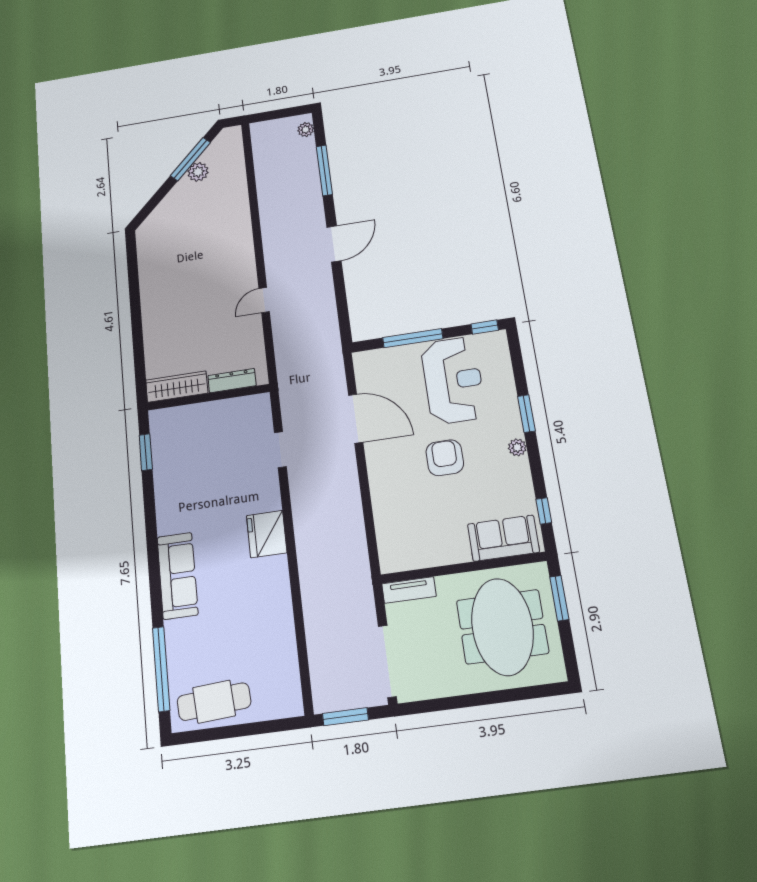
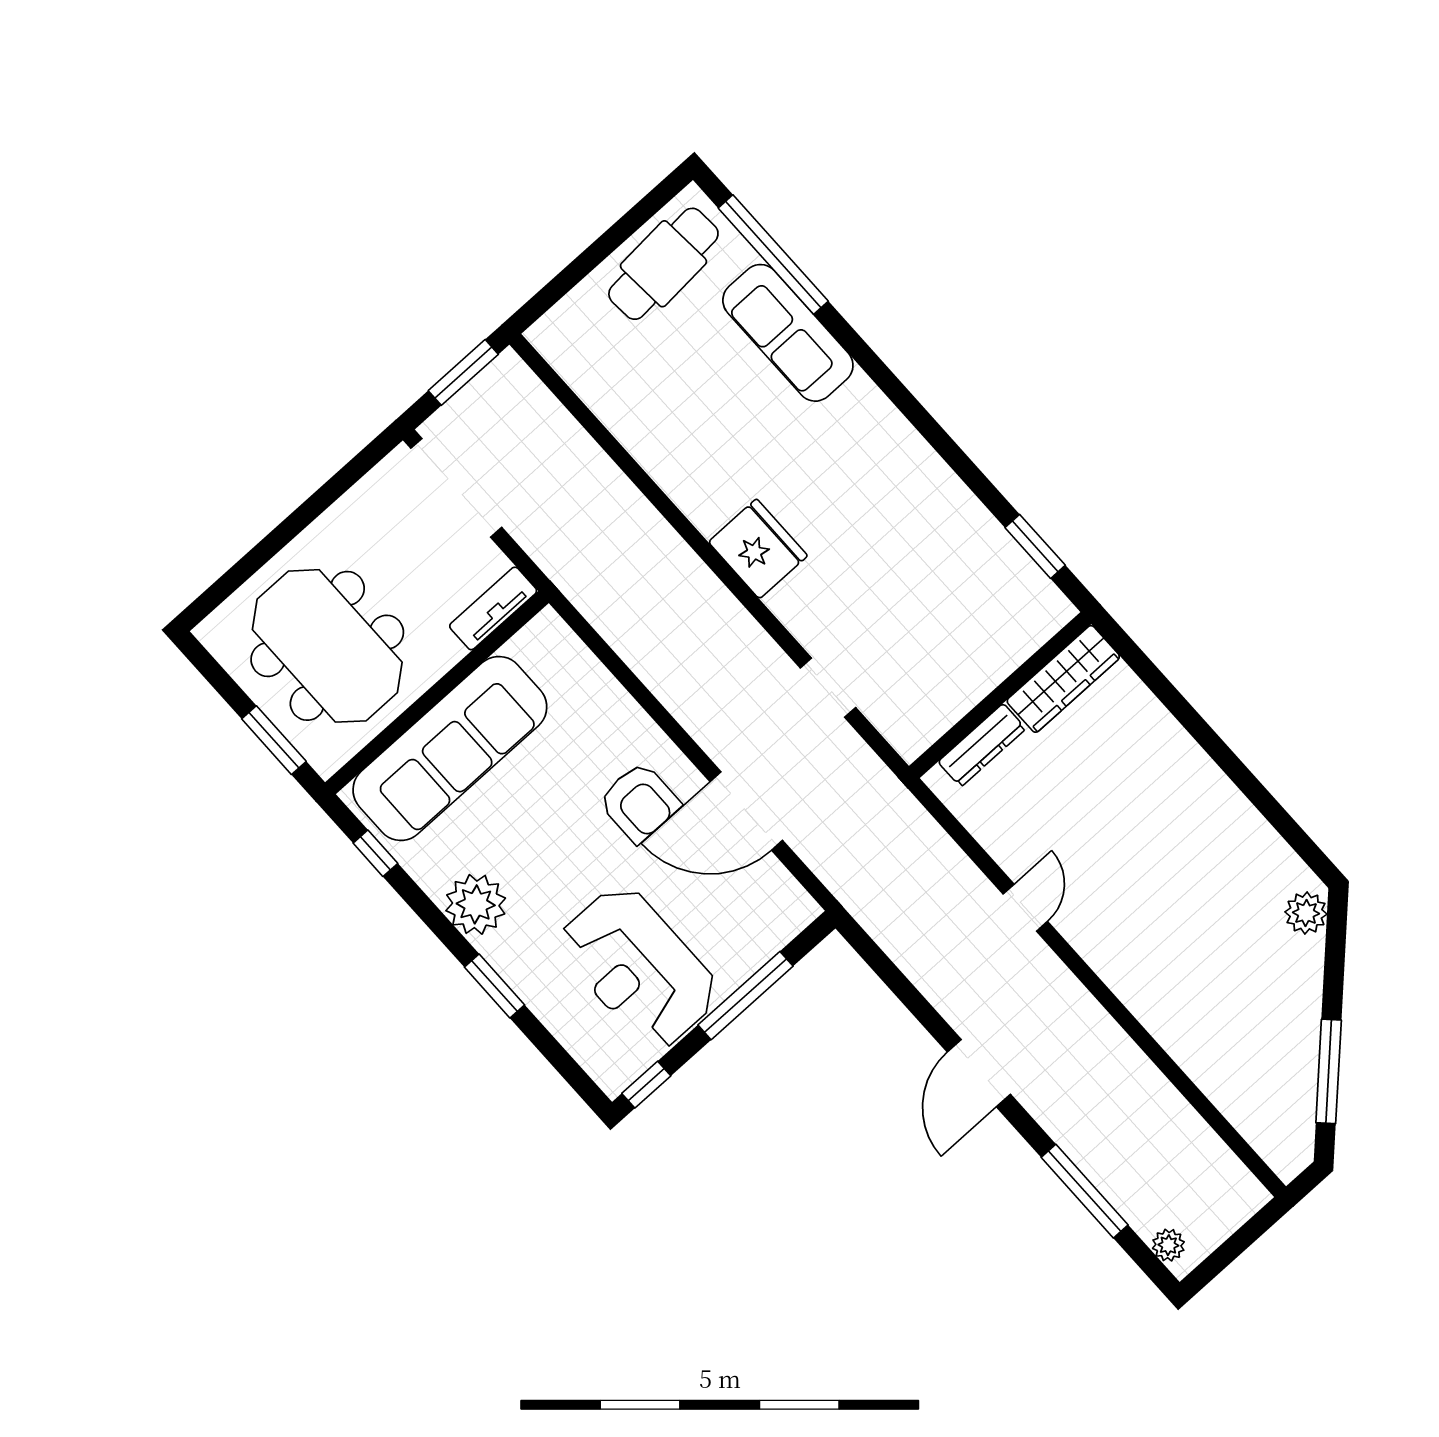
plant: (198, 172) -> (1306, 913), moved
plant: (517, 447) -> (476, 904), width x1.88, depth x1.88
armchair: (445, 458) -> (639, 802), moved
sofa: (503, 538) -> (450, 748), width x1.85, depth x1.27
sofa: (177, 576) -> (788, 333), moved

